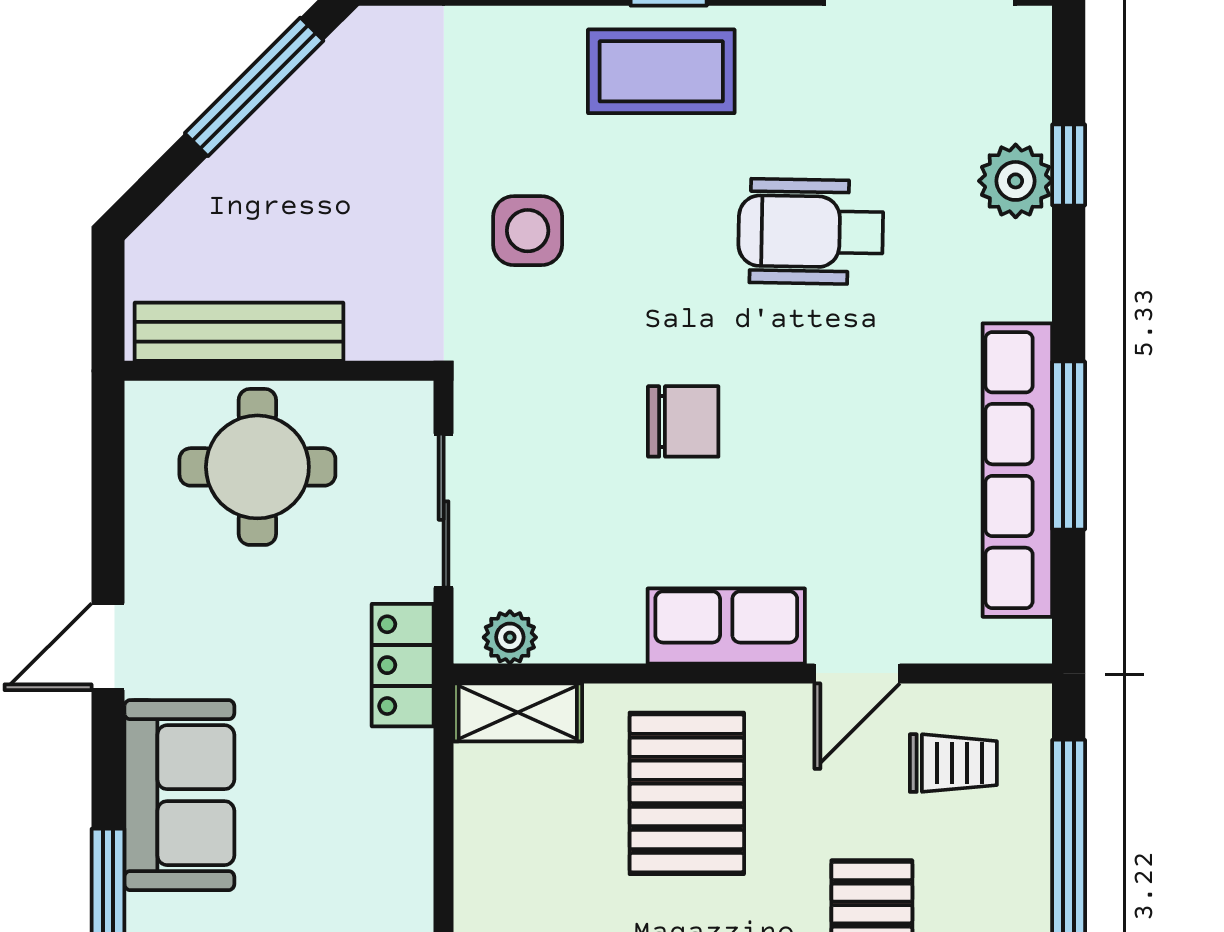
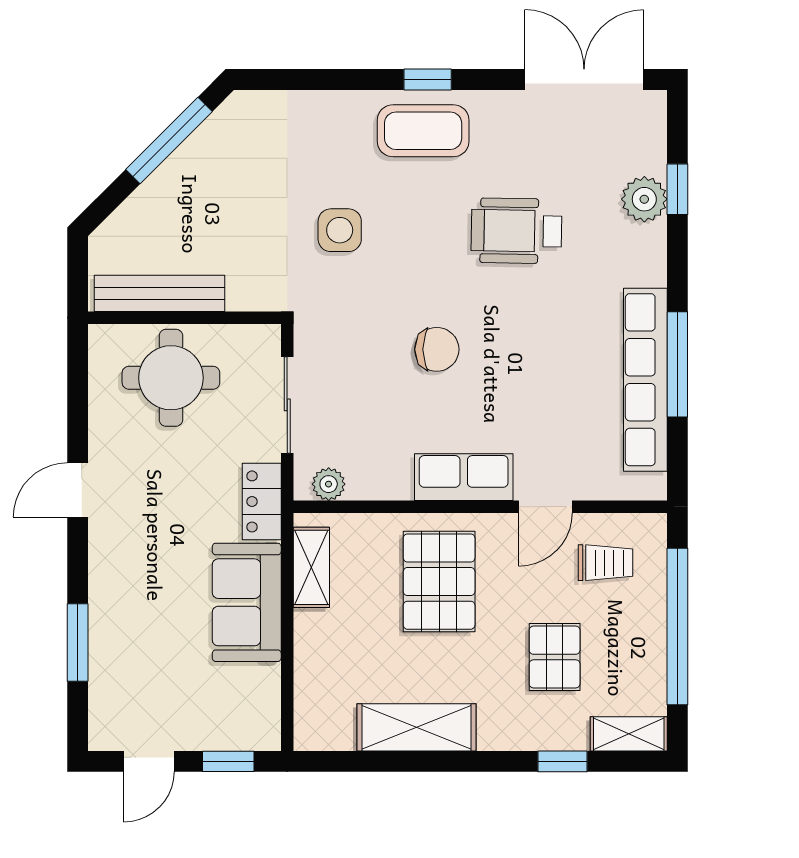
shelving: (518, 712) -> (311, 567), moved, turned 90
sofa: (179, 795) -> (247, 602), moved, turned 180

